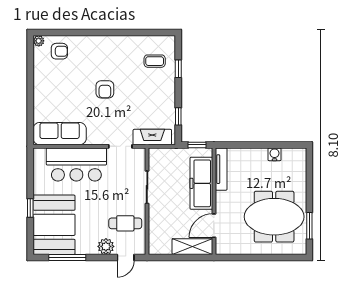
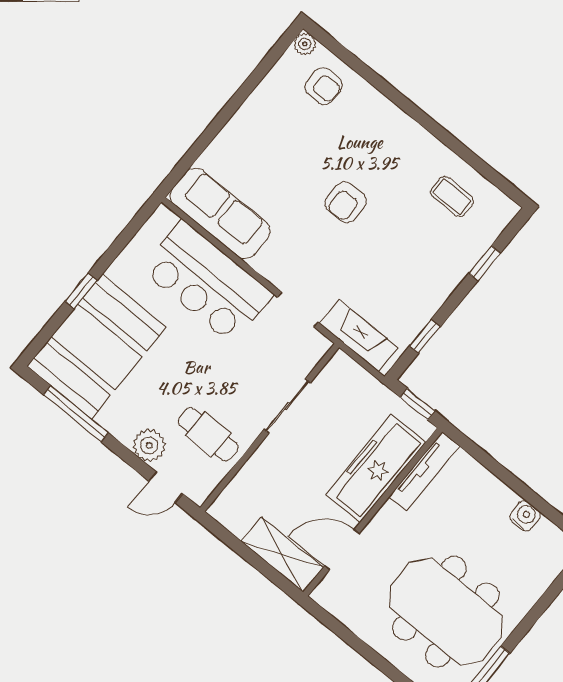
coffee table: (155, 61) -> (452, 197), moved

